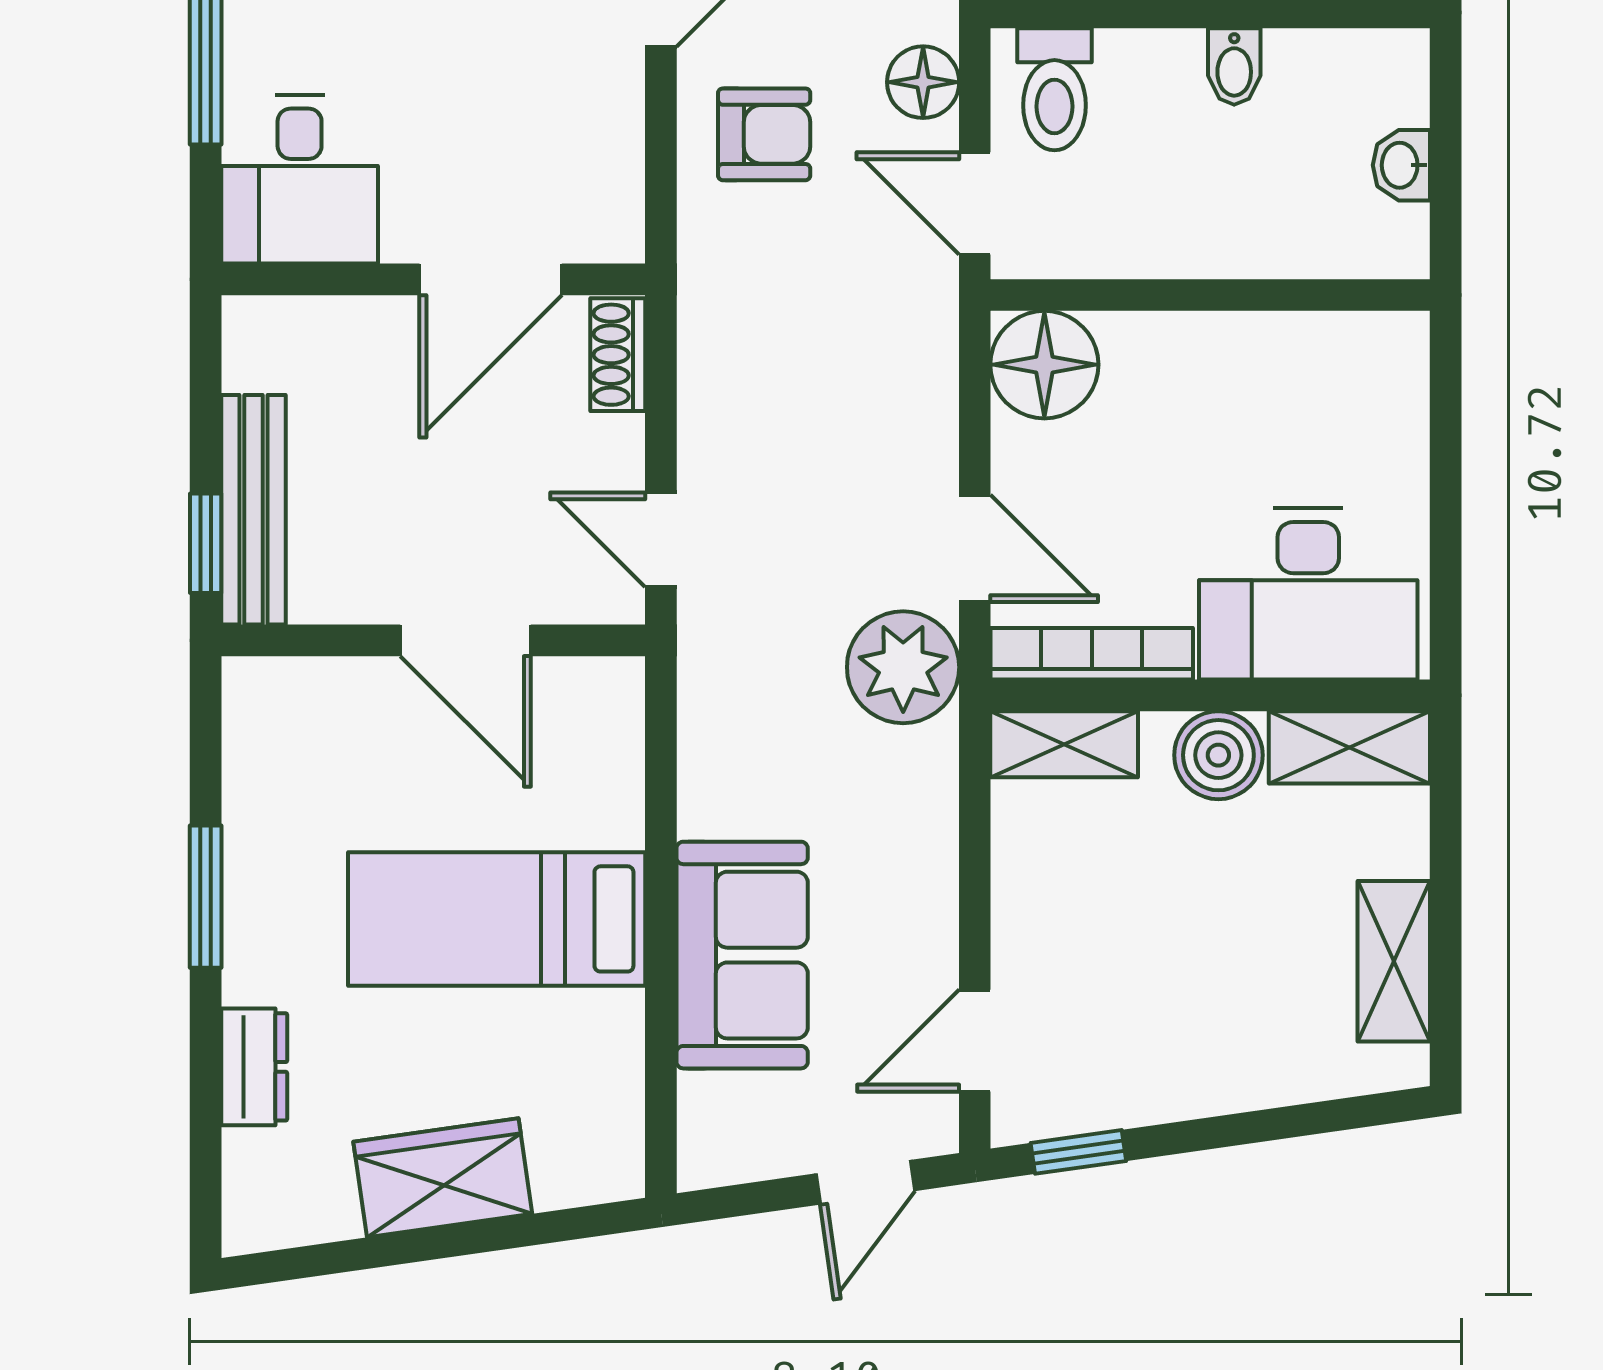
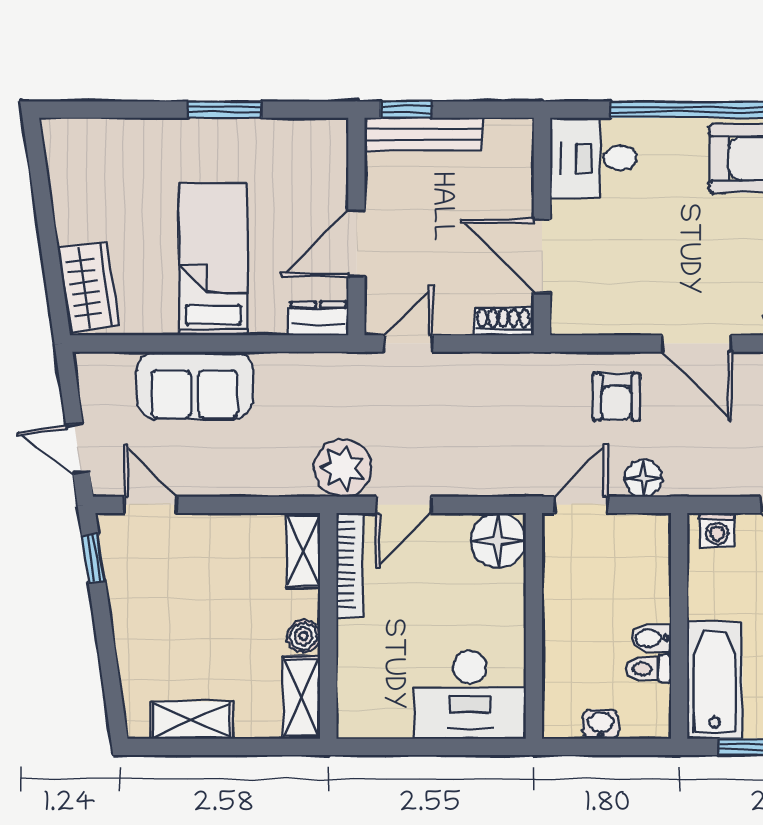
toilet: (1054, 89) -> (648, 669), moved, width x0.73, depth x0.72
desk: (1308, 594) -> (470, 695), moved, turned -90
boiler: (1218, 755) -> (303, 636), width x0.73, depth x0.73
dresser: (254, 1067) -> (318, 319), moved, turned 180
wardrobe: (443, 1178) -> (88, 287), moved

